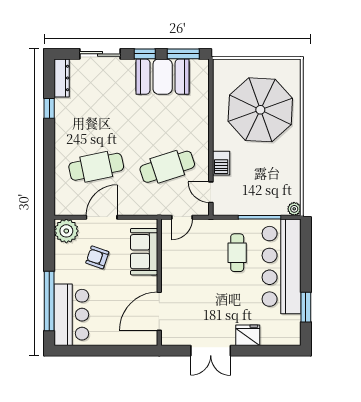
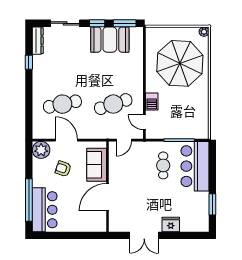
plant: (294, 209) -> (204, 32), moved
door: (102, 217) -> (66, 140), hinge flipped
bar counter: (282, 266) -> (195, 166), width x0.73
door: (159, 311) -> (107, 197), moved

